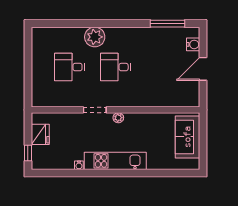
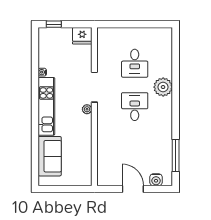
desk: (69, 67) -> (135, 63), turned 180
doorway: (95, 110) -> (94, 87), width x1.38
fridge: (40, 134) -> (82, 36), moved
sofa: (187, 137) -> (50, 156), moved, turned 90

